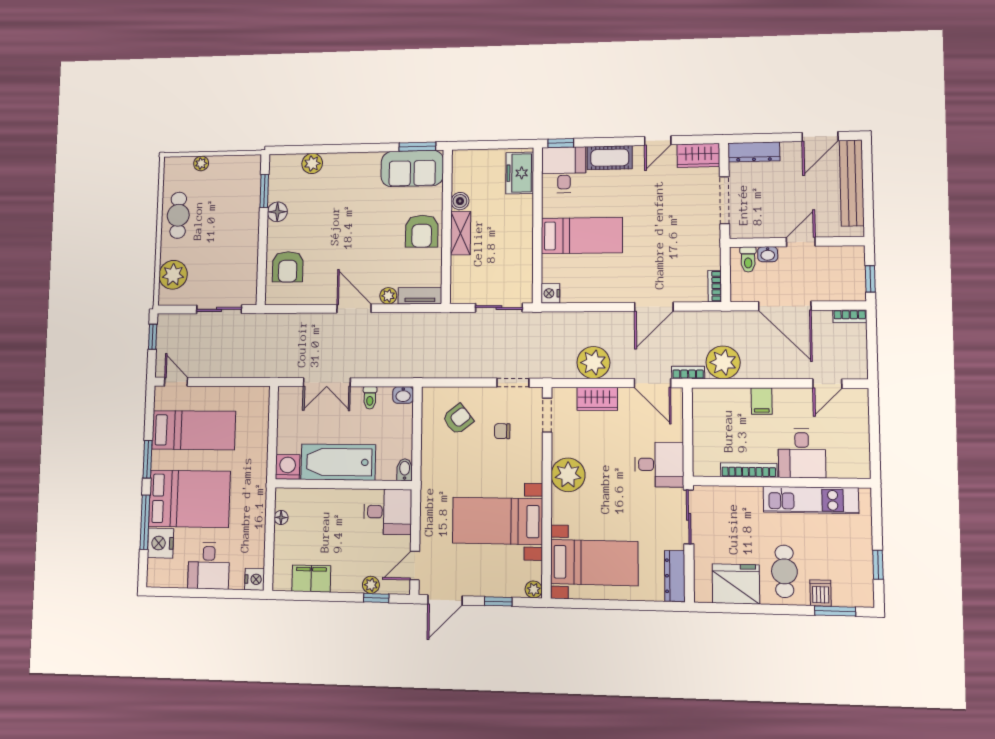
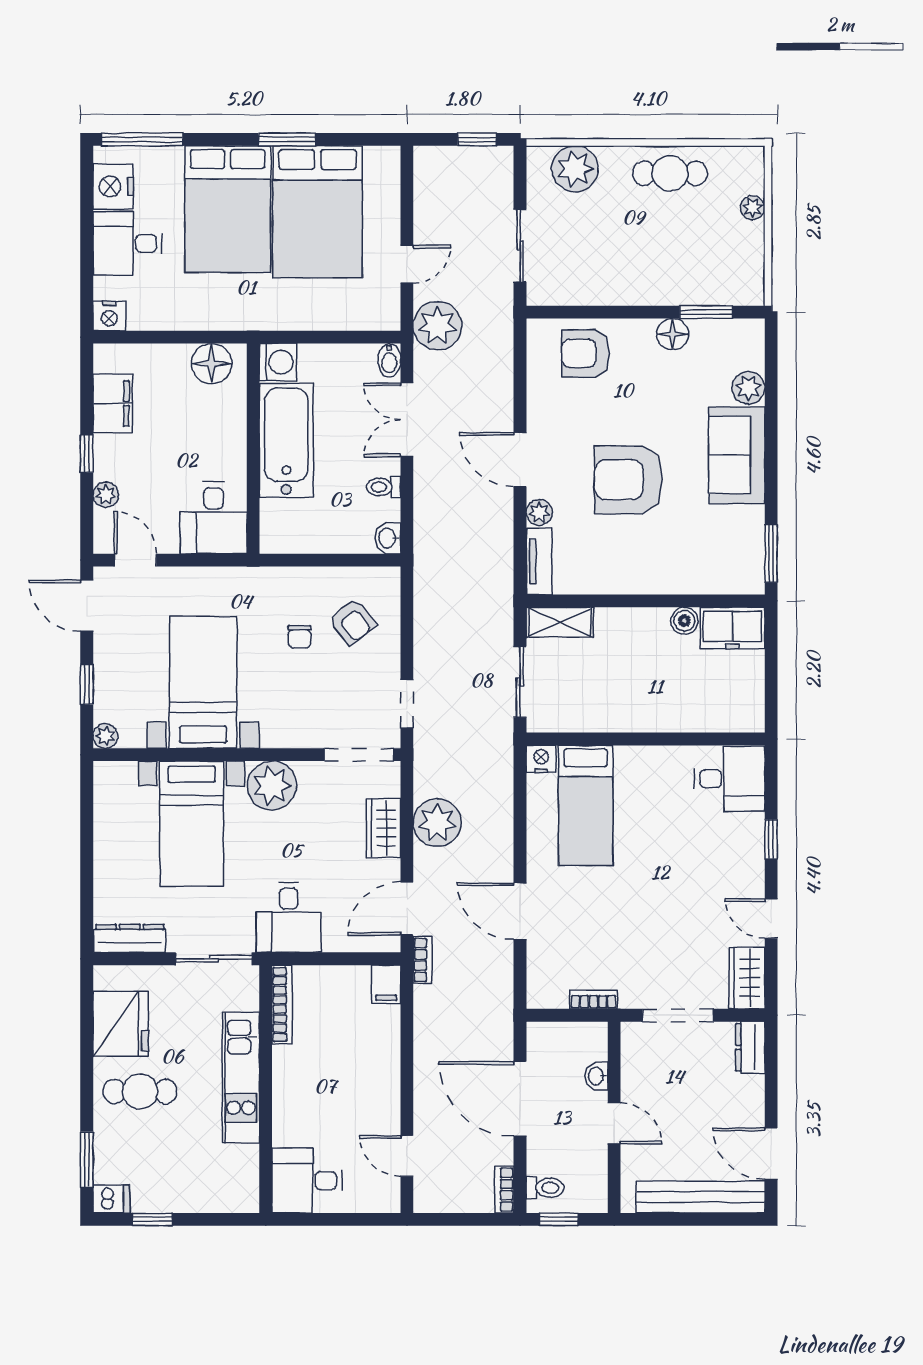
window: (561, 143) -> (771, 839), moved
dresser: (754, 152) -> (750, 1047), width x0.70
cot: (610, 158) -> (747, 847), removed
sofa: (412, 169) -> (737, 455), moved
freezer: (520, 173) -> (733, 628), moved, turned 180
armchair: (422, 231) -> (628, 480), moved, width x1.36, depth x1.36
shelving: (461, 233) -> (560, 622), moved
bed: (582, 235) -> (586, 805), moved
toilet: (748, 259) -> (545, 1188), moved, turned 180
bookcase: (715, 286) -> (594, 999), moved
door: (785, 306) -> (520, 1099), hinge flipped
door: (354, 308) -> (520, 460), swing flipped
plant: (723, 362) -> (437, 326), moved
door: (176, 382) -> (407, 264), moved
filing cabinet: (762, 401) -> (386, 984), moved, turned -90
doorway: (547, 415) -> (359, 755), width x1.38
bed: (194, 430) -> (318, 212), width x1.50
chair: (502, 431) -> (299, 637), moved, turned 180
desk: (802, 453) -> (307, 1181), moved
bidet: (405, 470) -> (389, 360), moved, turned 90
bookcase: (749, 470) -> (282, 1004), moved
kitchen unit: (811, 500) -> (241, 1078), moved
floor lamp: (281, 517) -> (212, 364), width x1.89, depth x1.89
window: (145, 522) -> (142, 139), moved
nightstand: (161, 543) -> (113, 186), moved, turned -90
bed with nightstands: (594, 563) -> (192, 824), moved
dishwasher: (821, 593) -> (111, 1199), moved
window: (376, 598) -> (87, 453), moved

